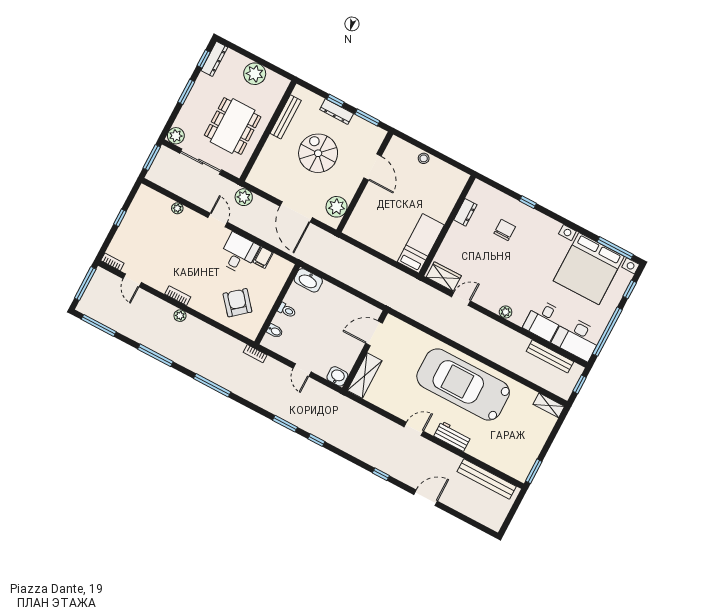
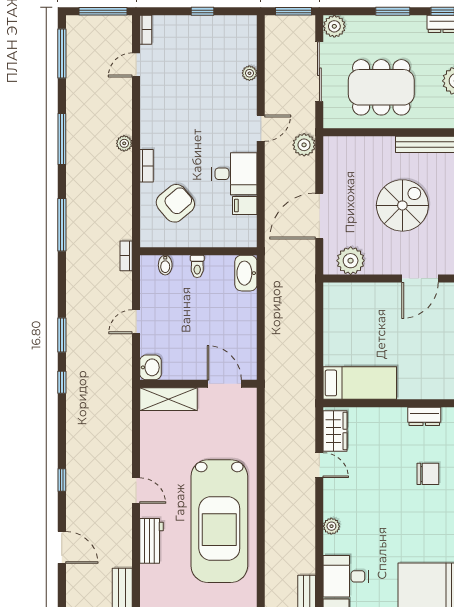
bookcase: (178, 296) -> (146, 166), moved
car: (463, 384) -> (219, 521), turned 180

